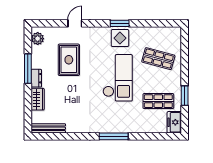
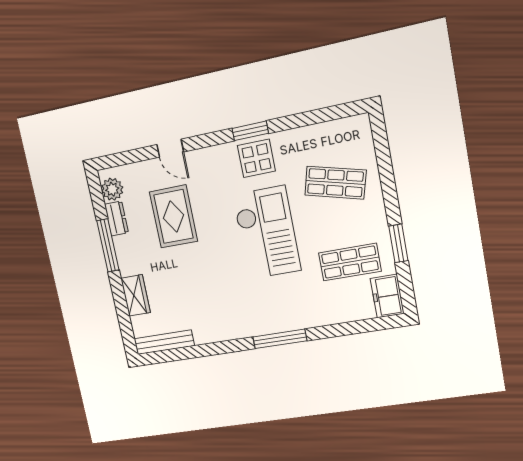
door: (75, 23) -> (170, 148), swing flipped
dresser: (36, 78) -> (116, 218), moved

